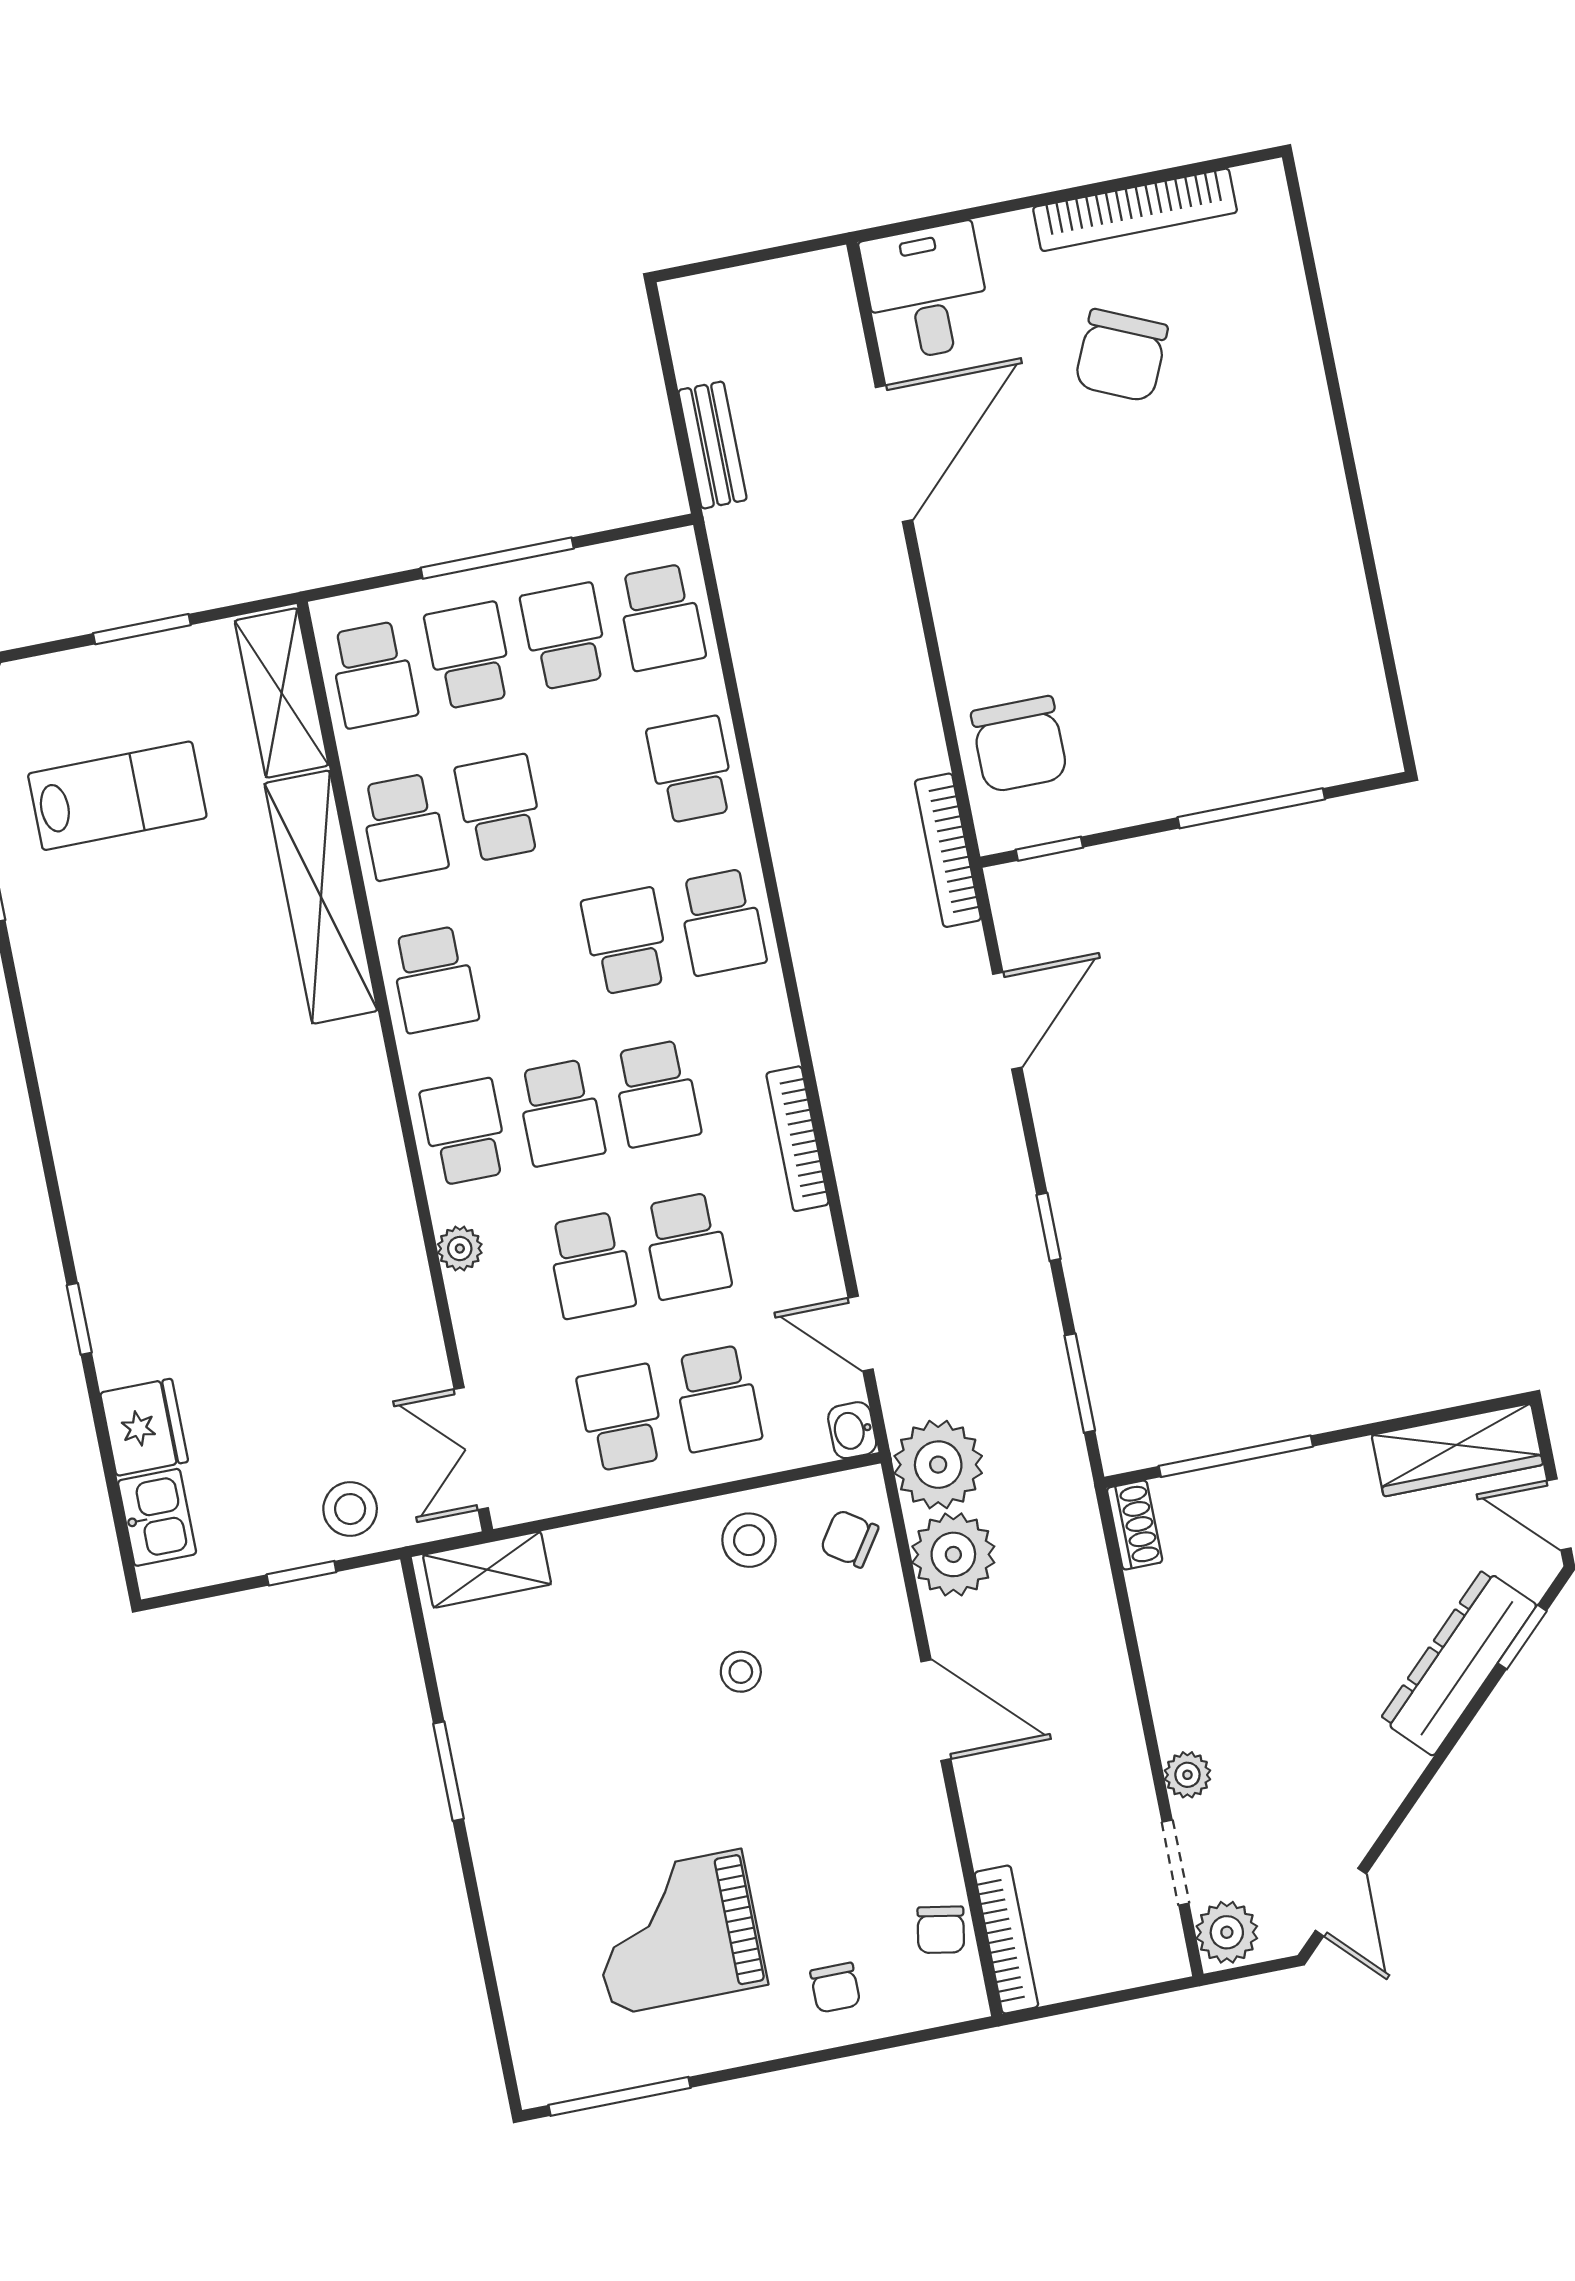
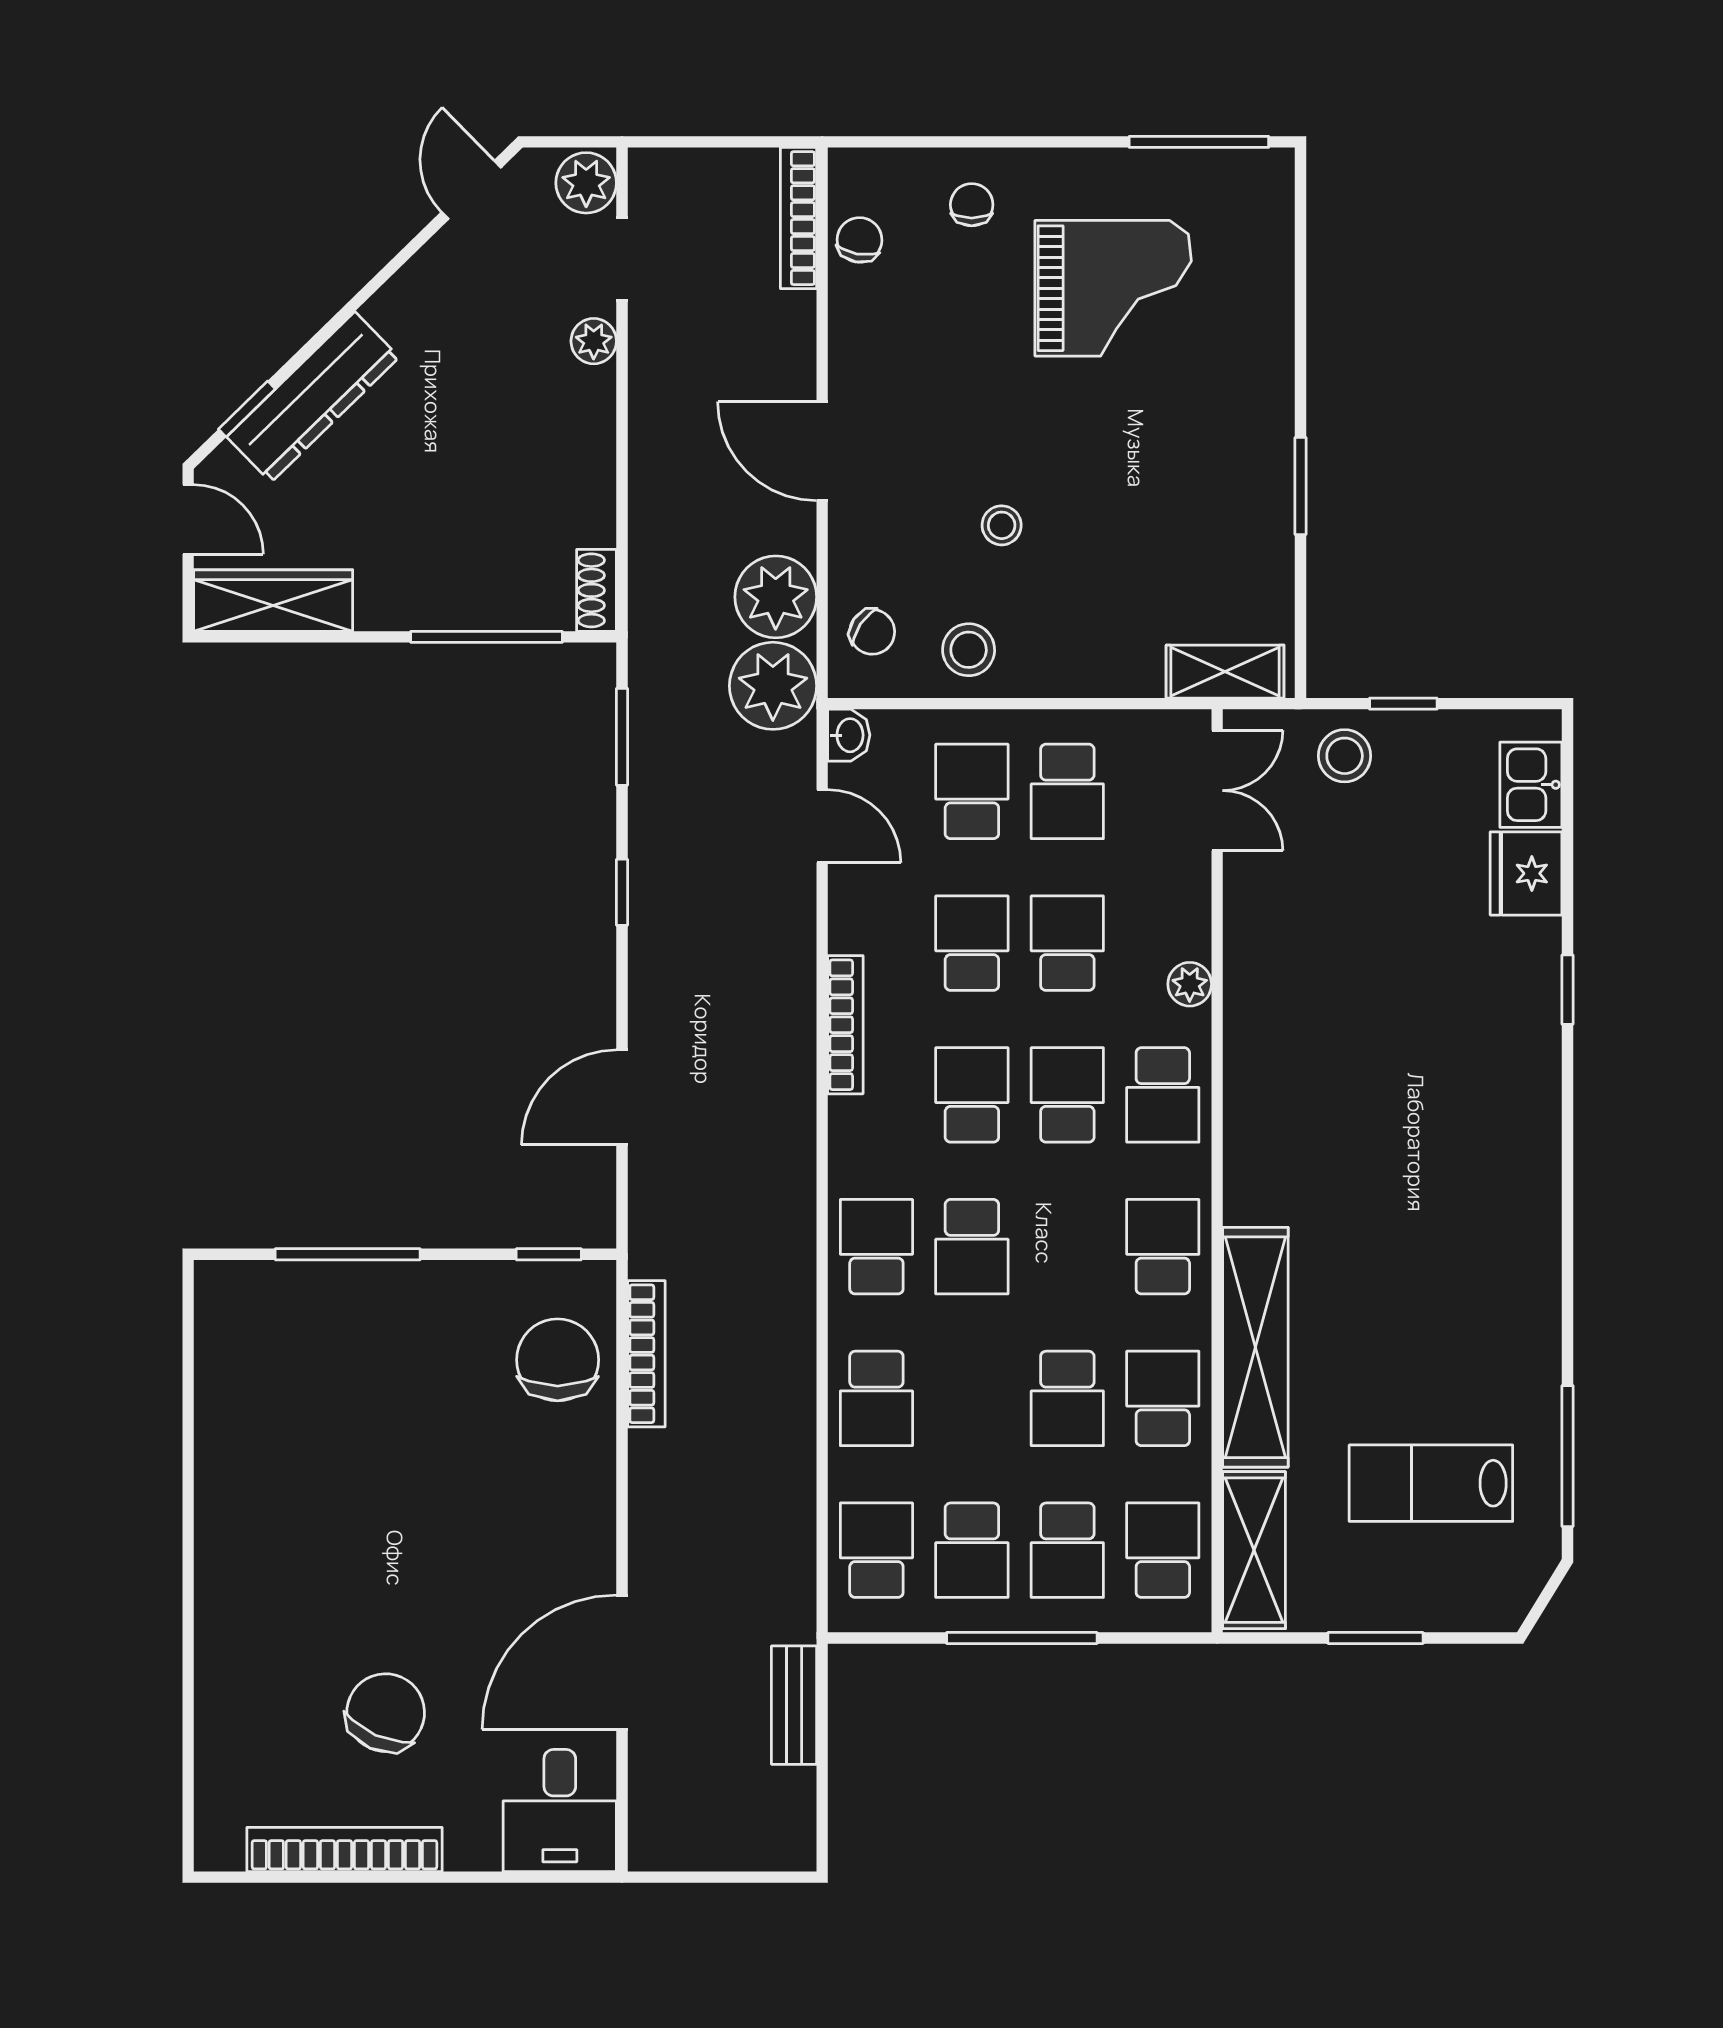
bookcase: (948, 850) -> (646, 1354), moved

